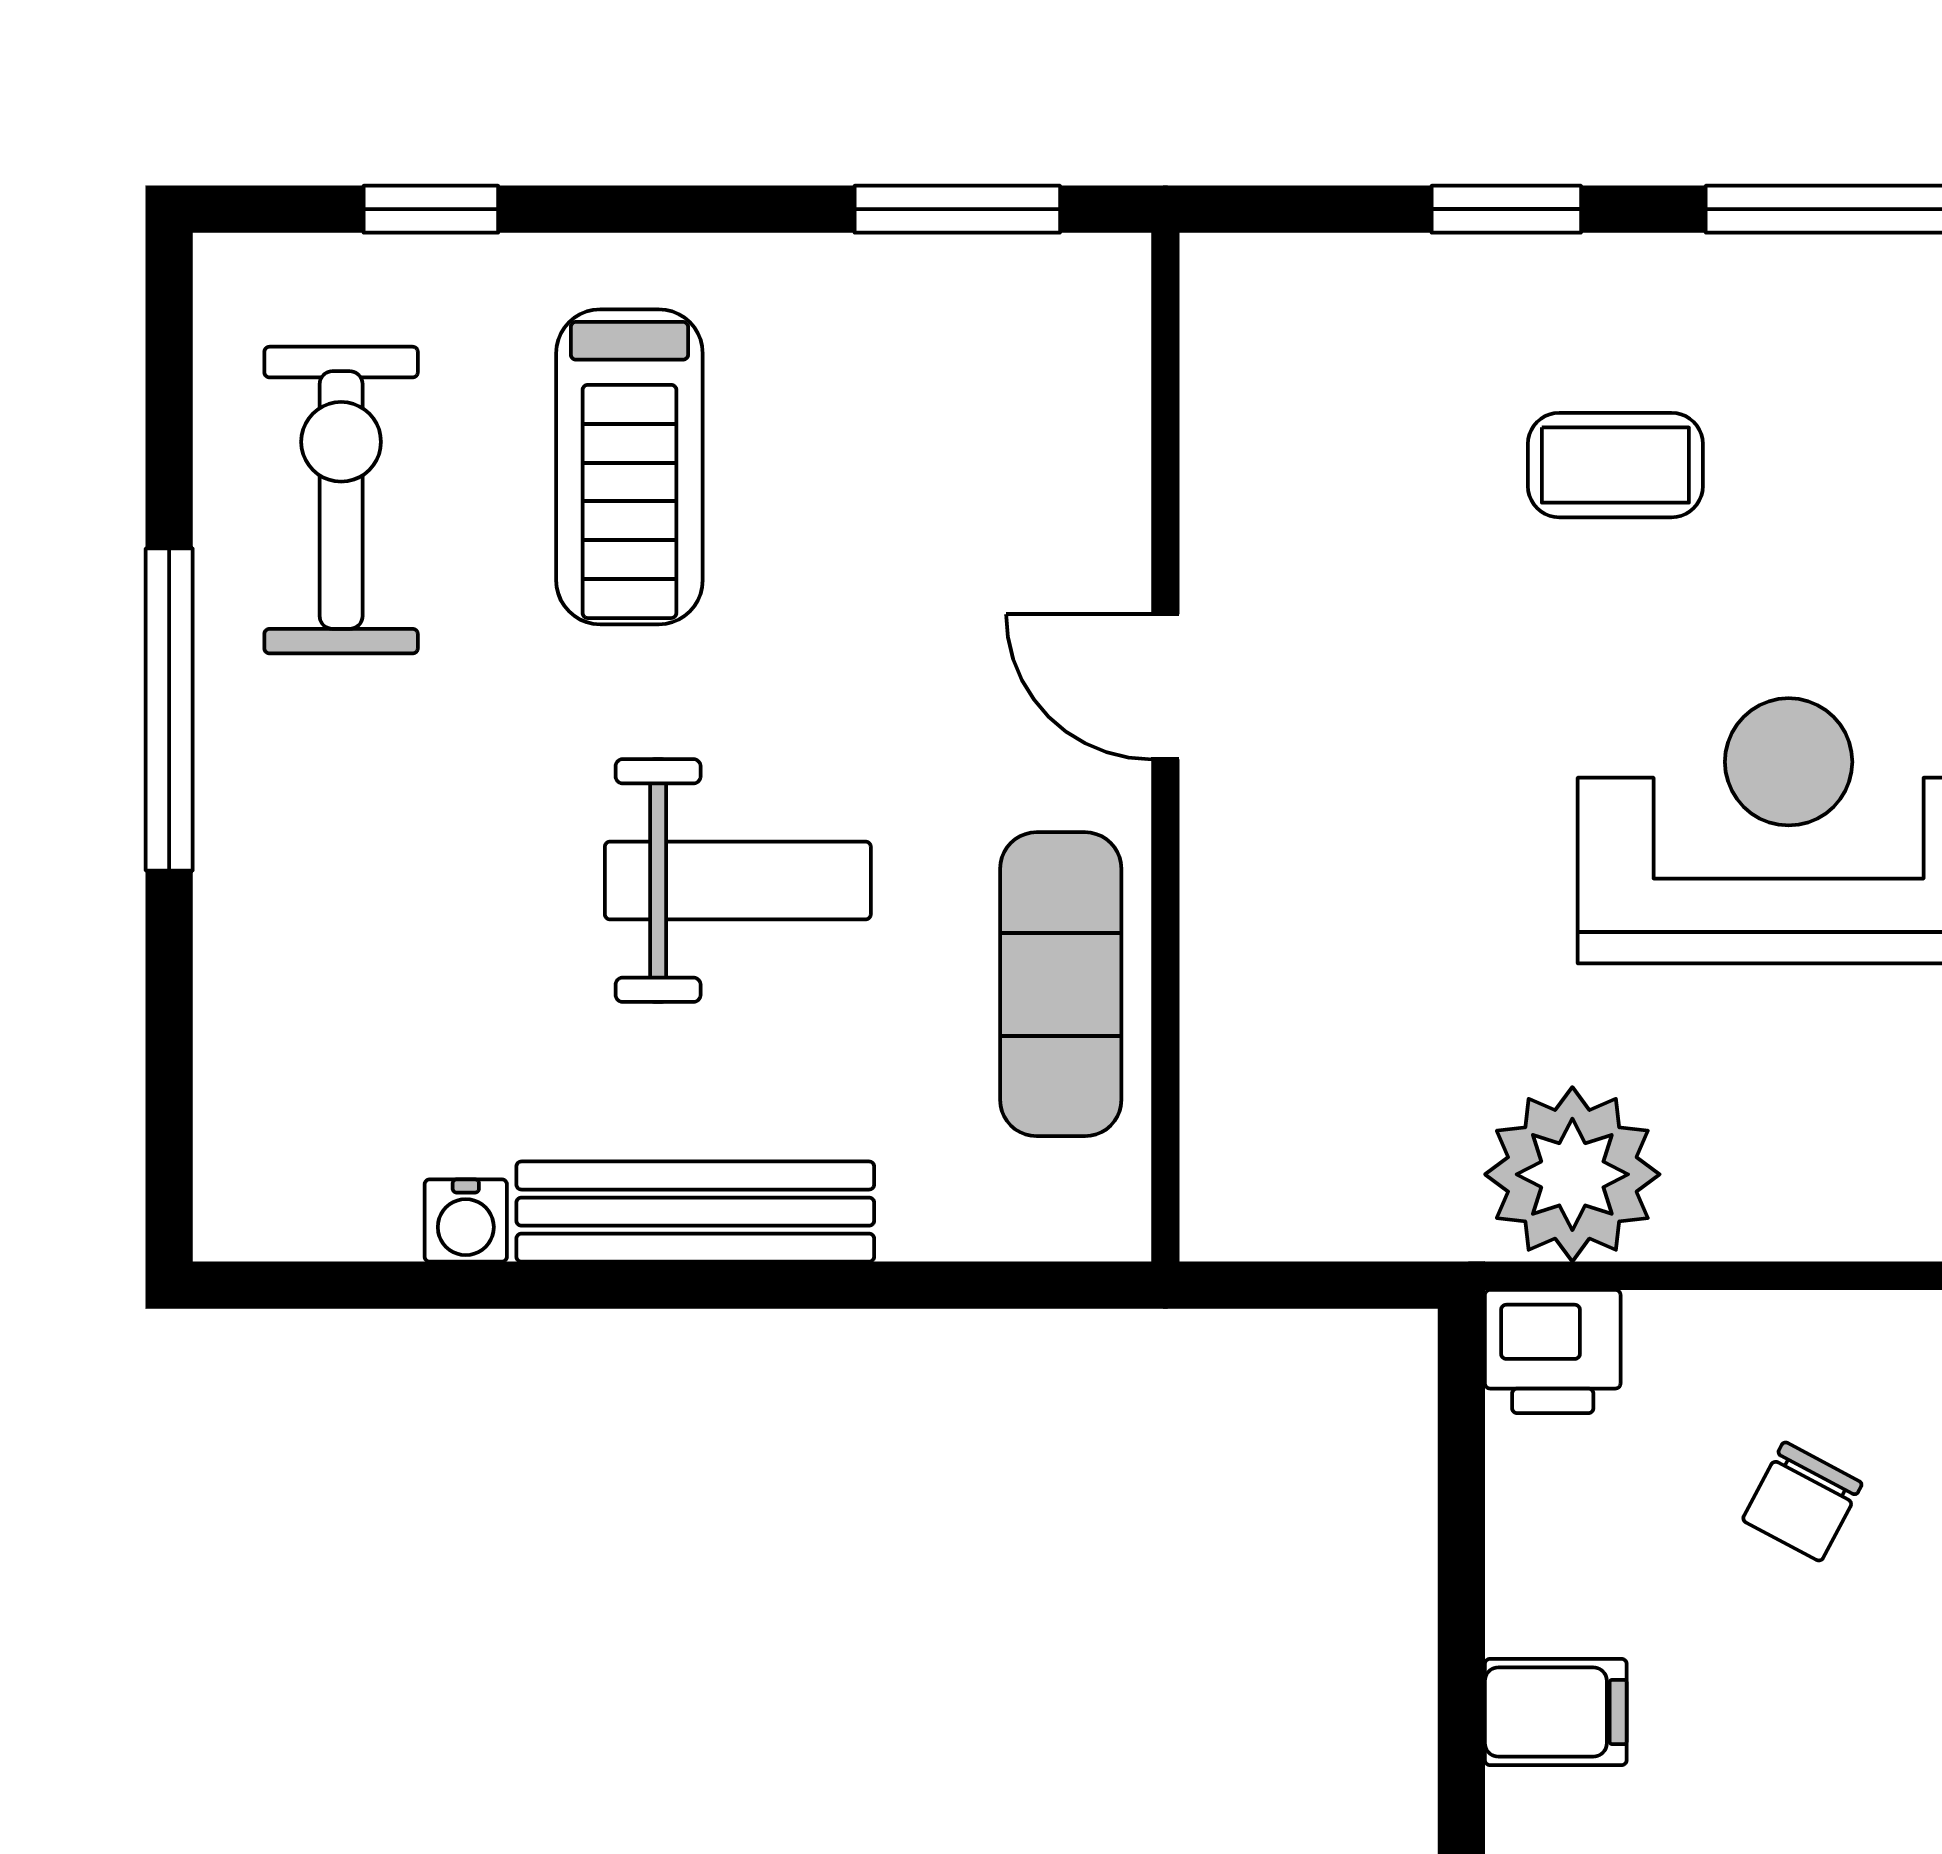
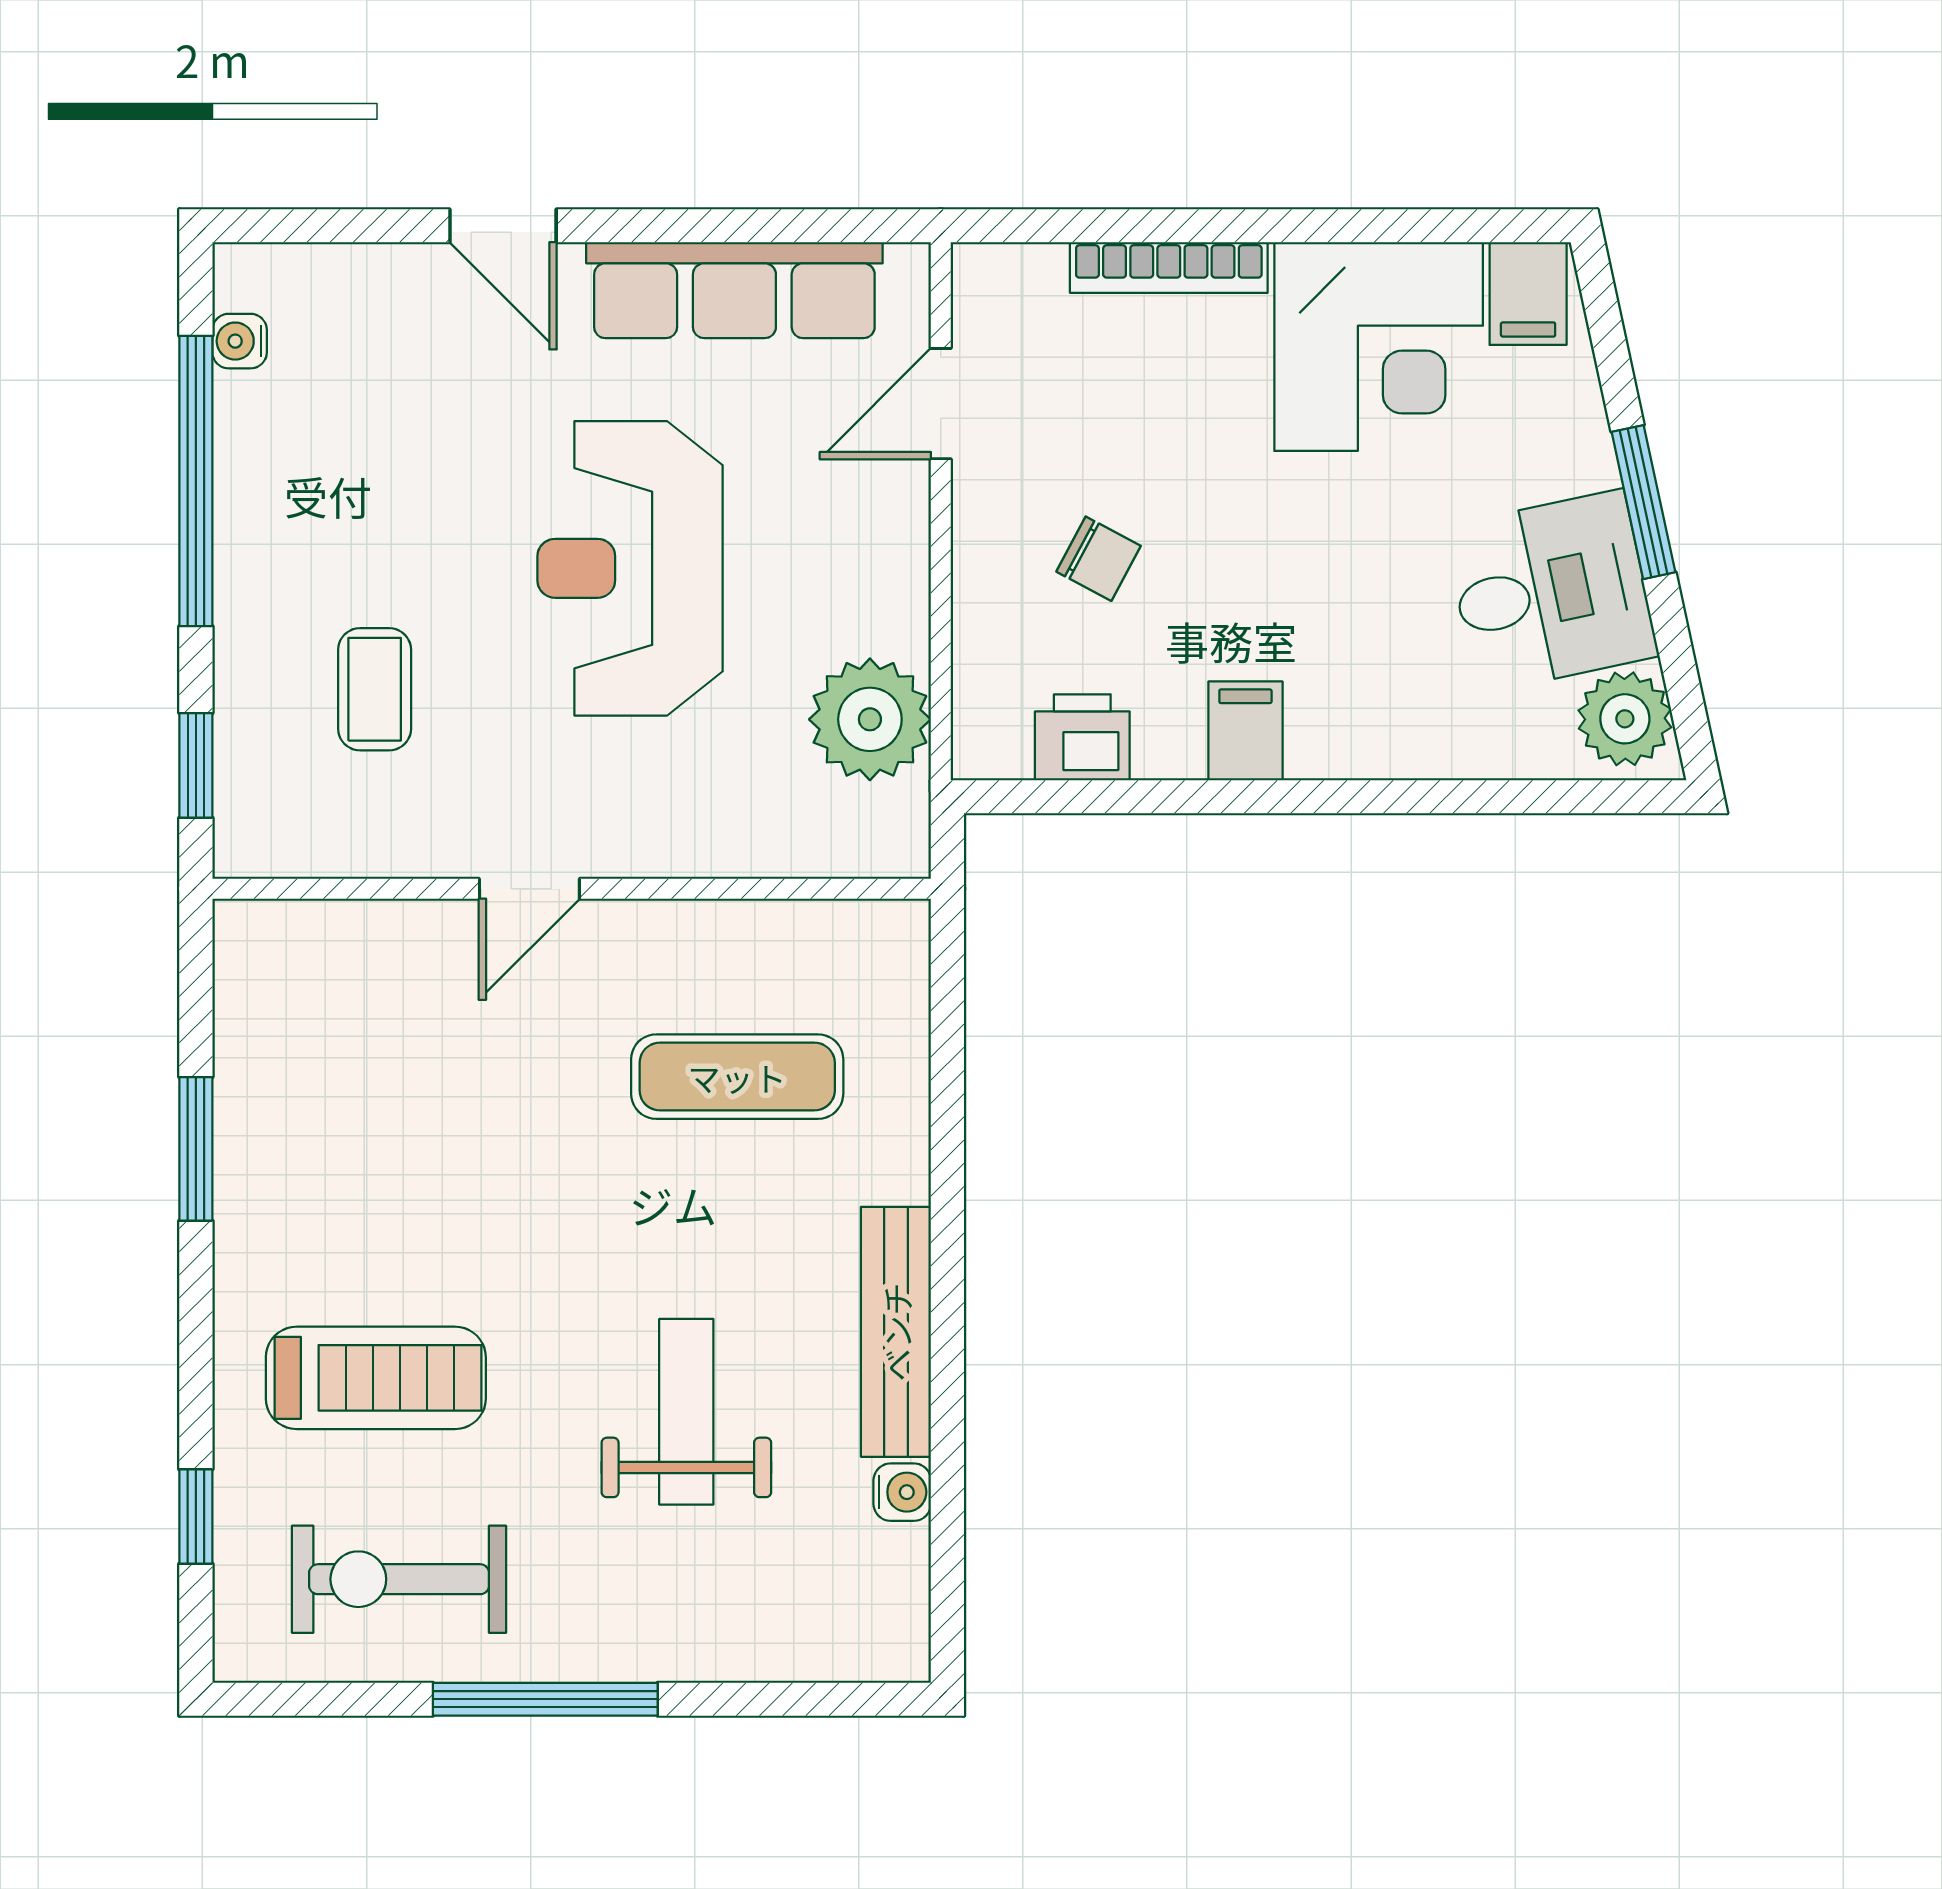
door: (1165, 687) -> (529, 889), moved
wall: (1165, 747) -> (572, 889), moved
weight bench: (738, 881) -> (686, 1412), moved
printer: (1553, 1352) -> (1082, 737), moved, turned -90

